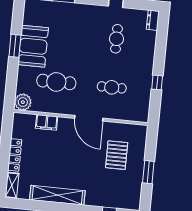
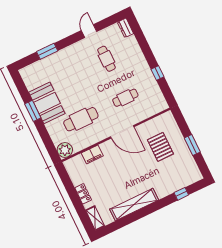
locker: (15, 155) -> (83, 194), width x0.66

